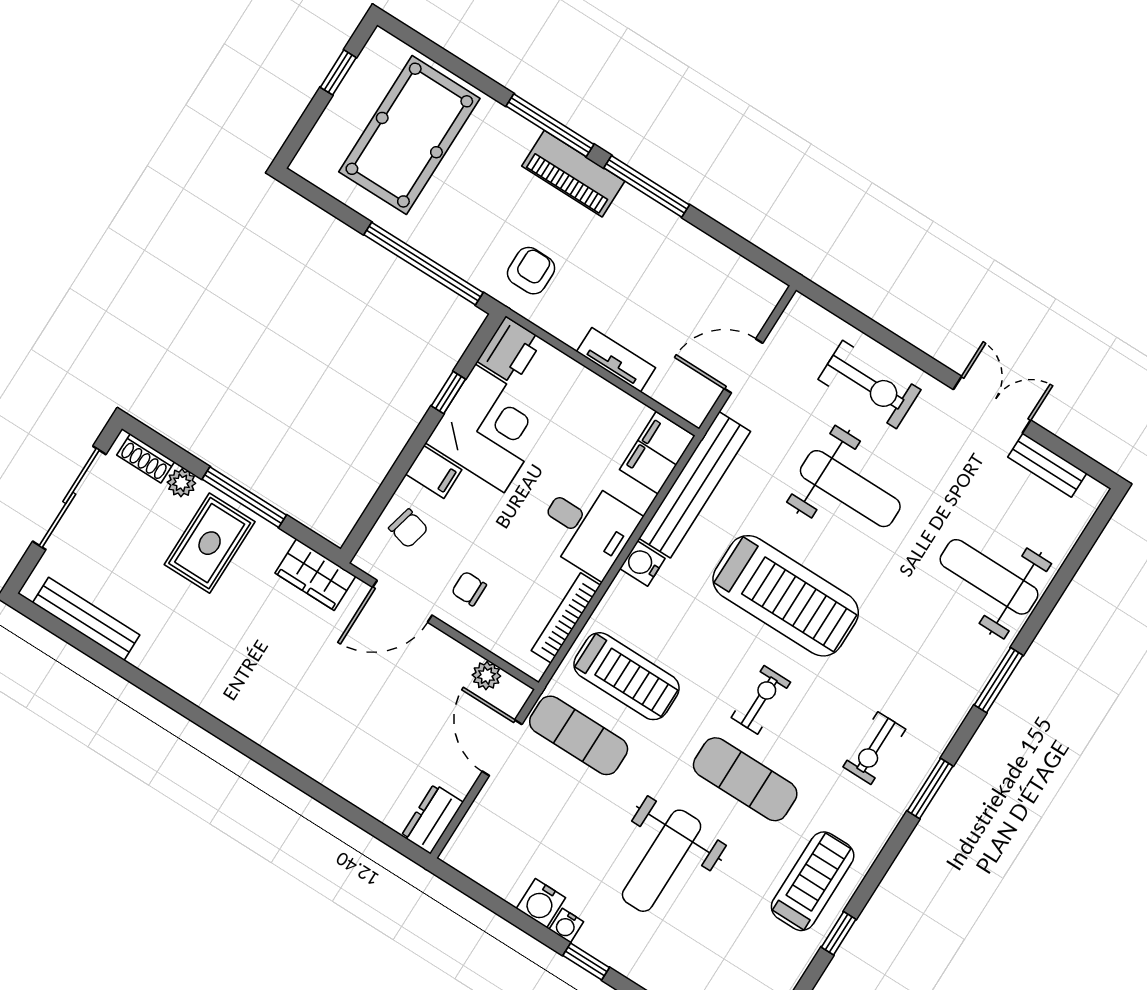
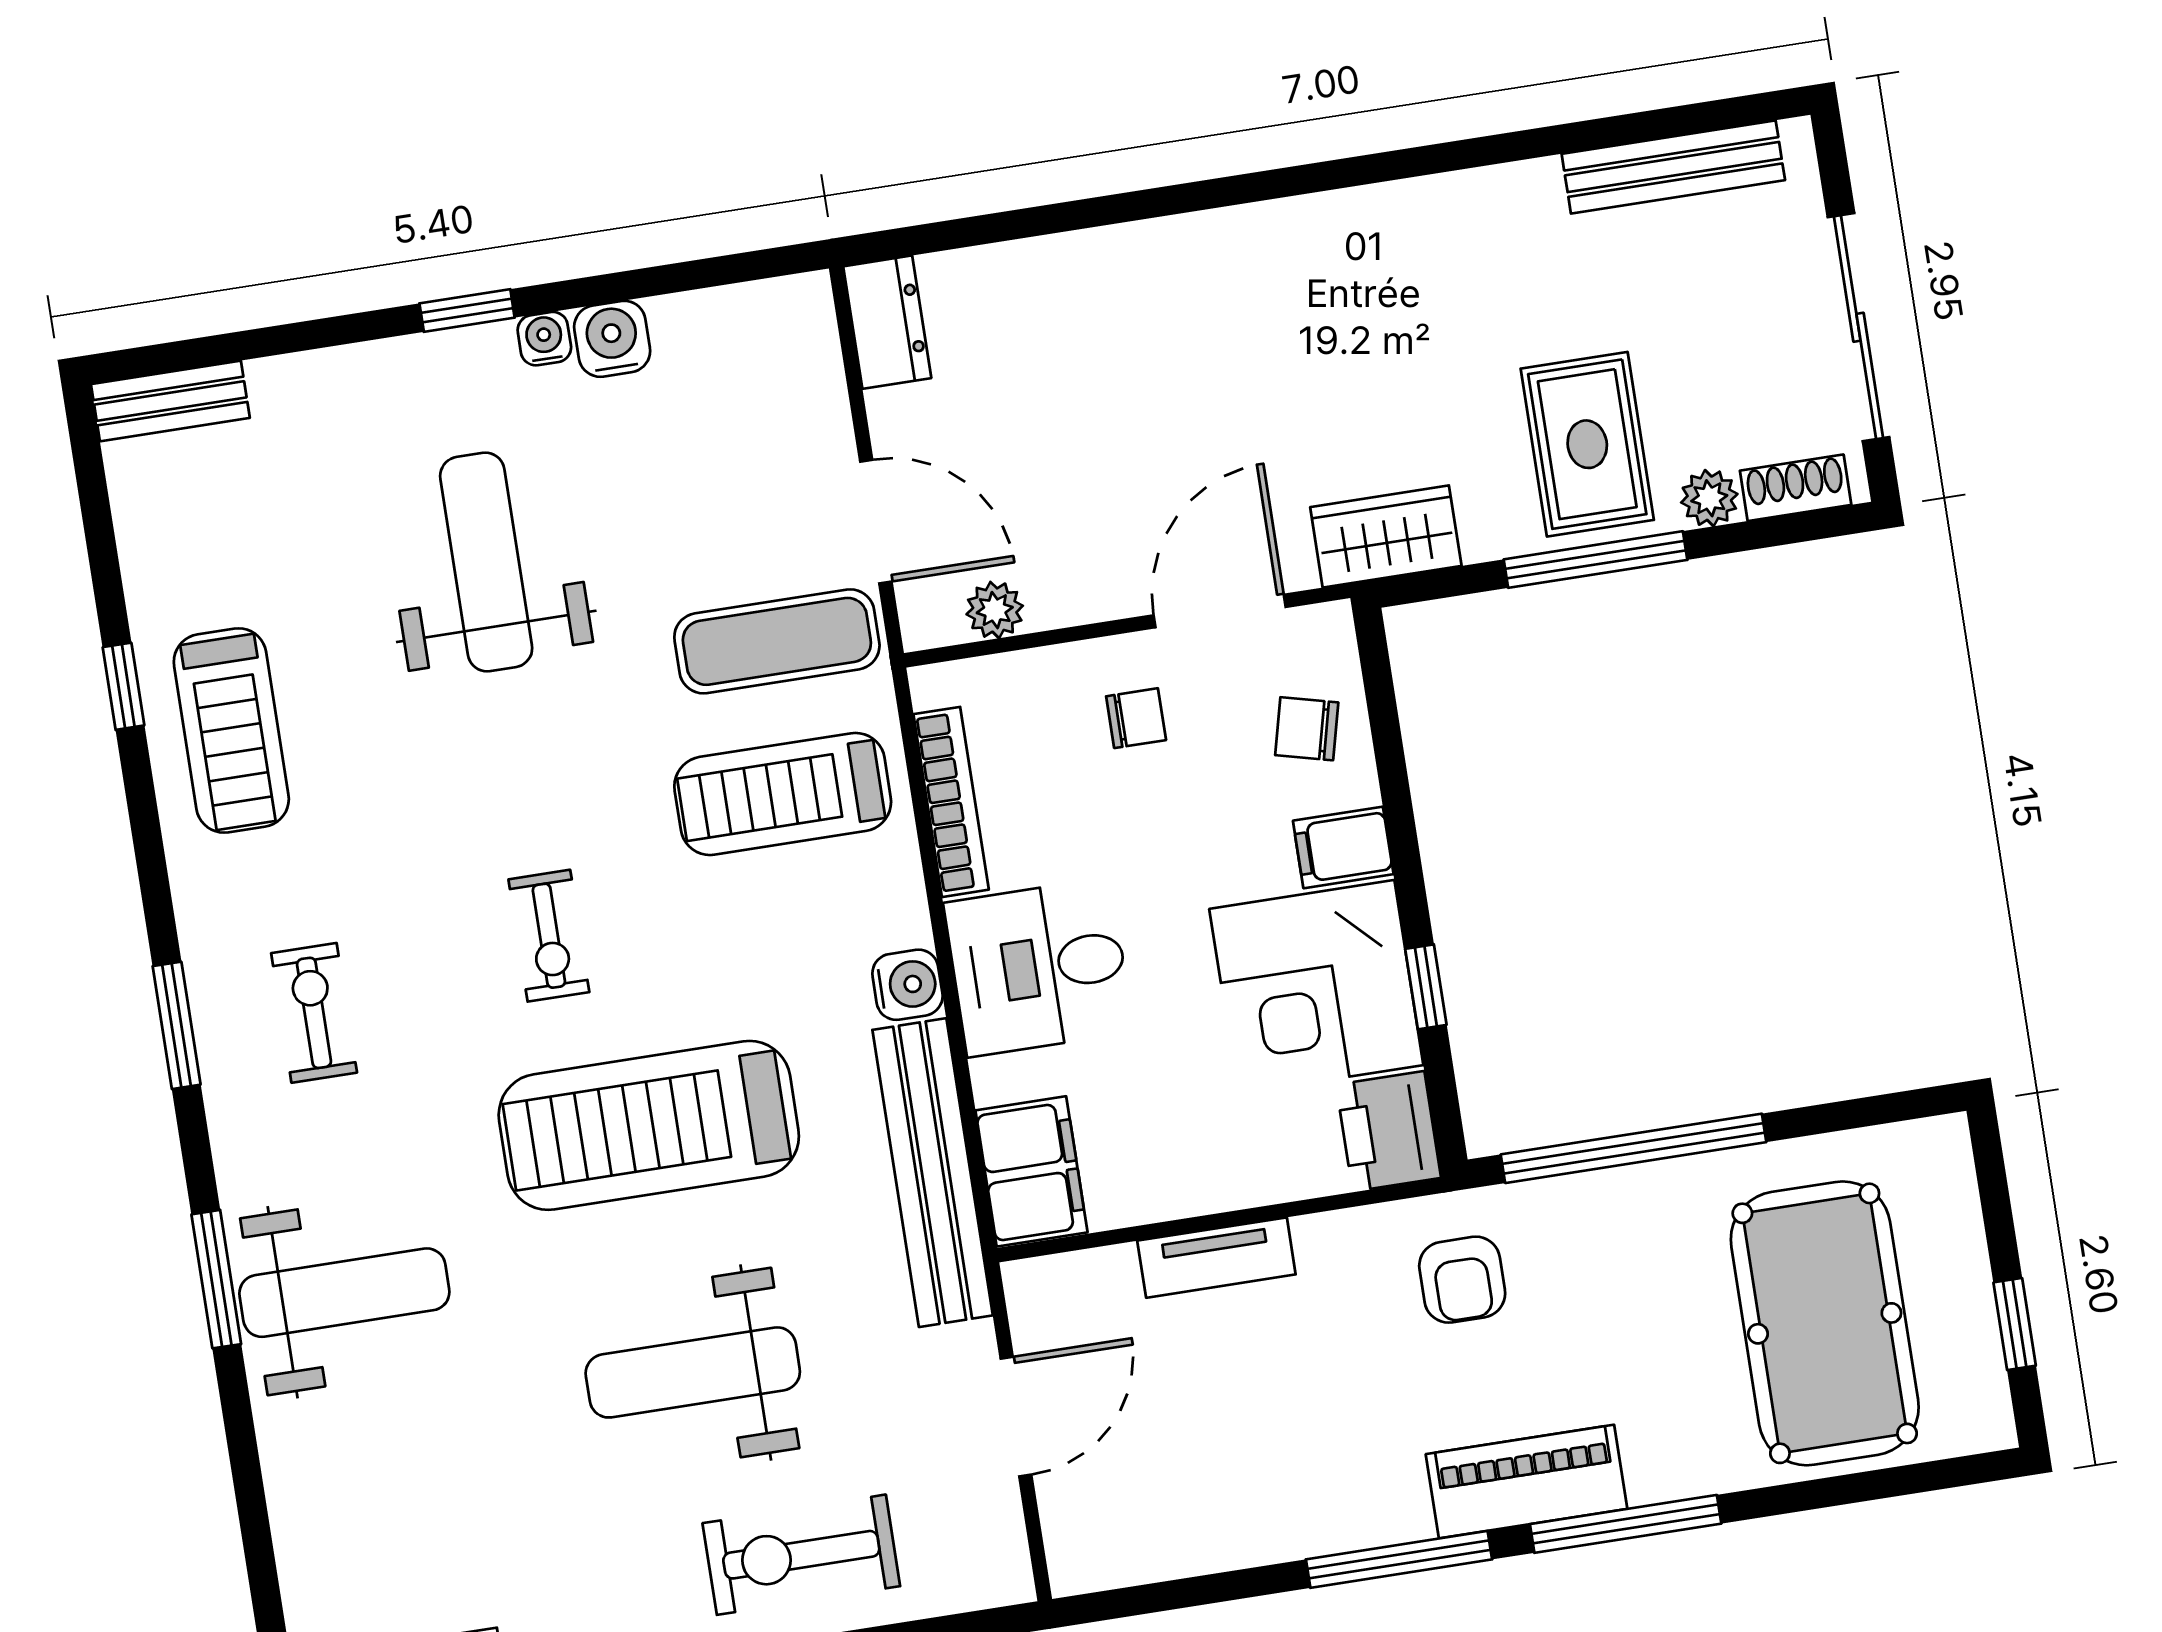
weight bench: (989, 577) -> (344, 1293), moved
exercise mat: (745, 779) -> (468, 795), removed

